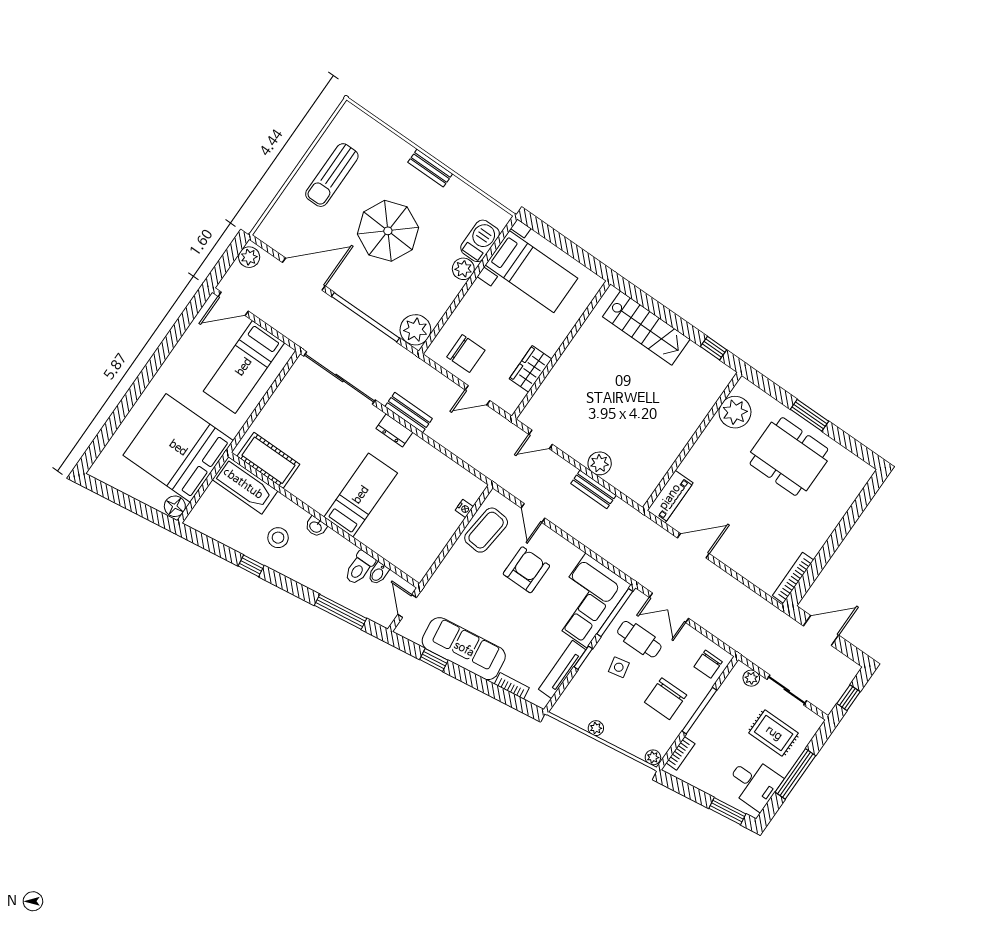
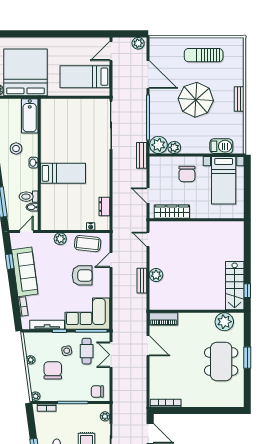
plant: (463, 269) -> (174, 147), moved
door: (233, 304) -> (111, 51), hinge flipped
stairs: (646, 328) -> (235, 286), moved
chair: (466, 354) -> (187, 174), moved
wardrobe: (530, 369) -> (172, 212), width x1.50
bench: (409, 413) -> (142, 155), moved
dresser: (394, 430) -> (104, 207), moved
cot: (268, 460) -> (49, 119), removed
plant: (452, 565) -> (60, 239), added
chair: (666, 699) -> (53, 370), moved, turned 90

